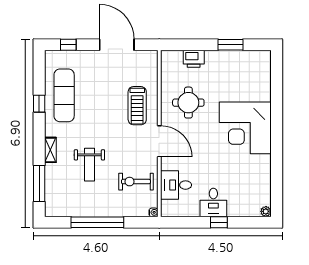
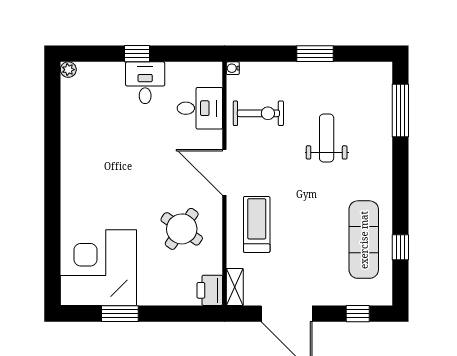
printer: (194, 59) -> (210, 290), moved, turned -90
round table: (188, 103) -> (182, 229), turned 35
window: (39, 104) -> (400, 247), moved
corner desk: (245, 128) -> (98, 268), moved, turned -90
shelving: (50, 150) -> (235, 287), moved
window: (97, 222) -> (315, 54), width x0.47

